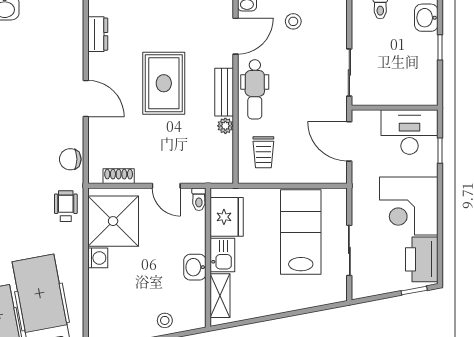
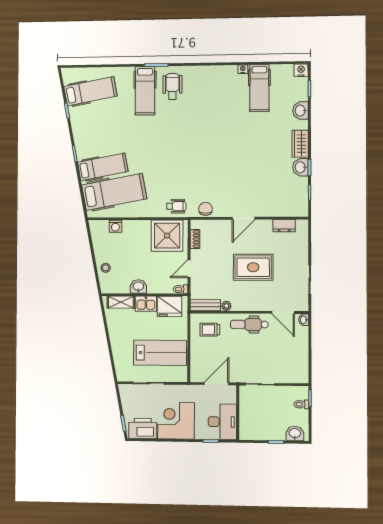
stool: (293, 21) -> (292, 349), removed
bench: (224, 92) -> (205, 305), moved
washing machine: (98, 258) -> (115, 226), moved

